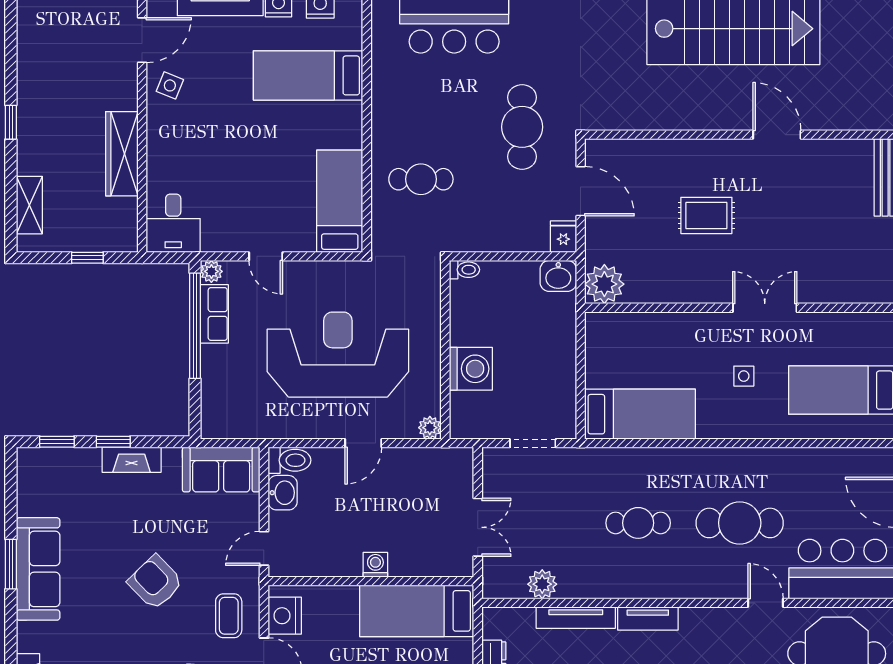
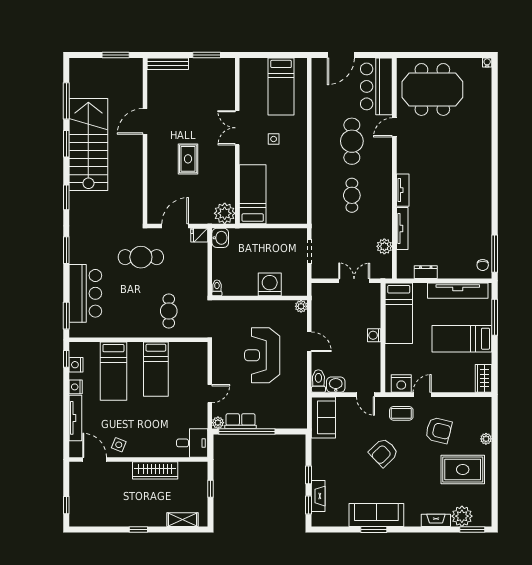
bed: (340, 201) -> (156, 369), moved, turned -90
reception desk: (338, 355) -> (262, 355), width x0.74, depth x0.77
bed: (640, 414) -> (253, 194), moved
fireplace: (132, 460) -> (318, 496), moved

